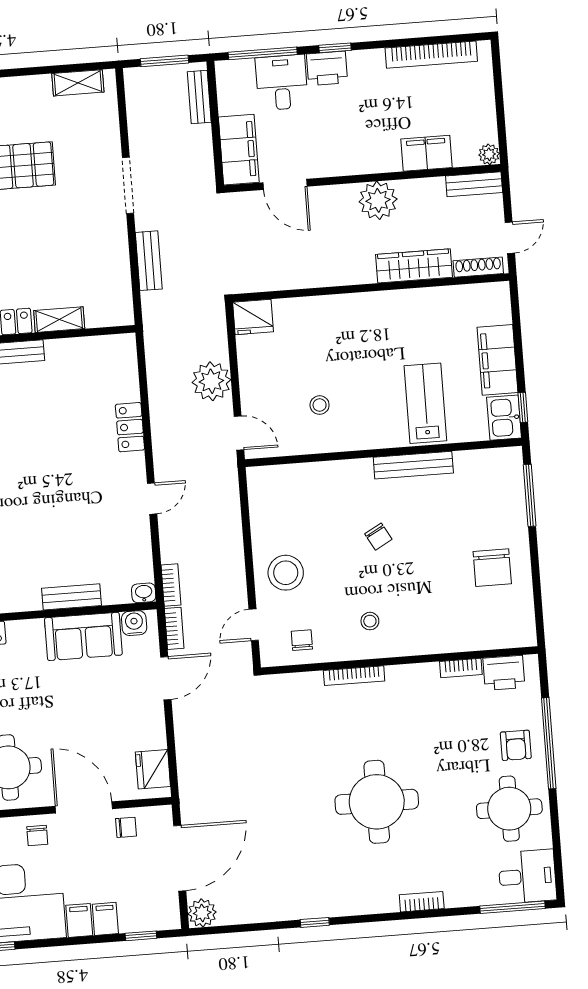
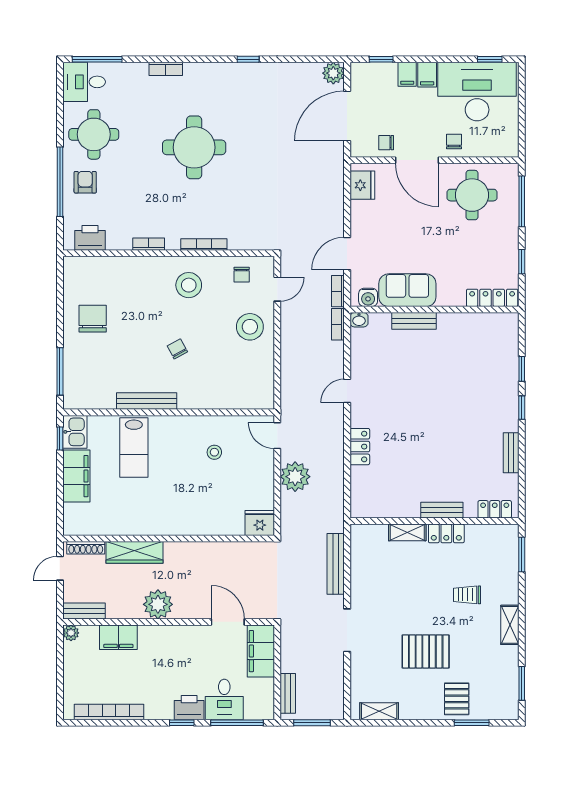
bench: (149, 261) -> (336, 564), width x1.36
stool: (370, 621) -> (189, 285), width x1.89, depth x1.89
bookcase: (461, 668) -> (149, 244), moved

